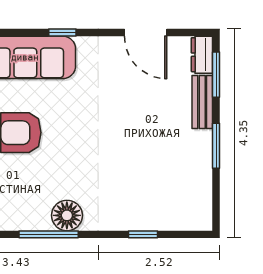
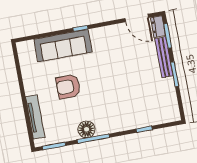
door: (146, 32) -> (137, 18), moved
bench: (202, 102) -> (164, 57), width x1.36
floor lamp: (67, 215) -> (87, 129), moved

